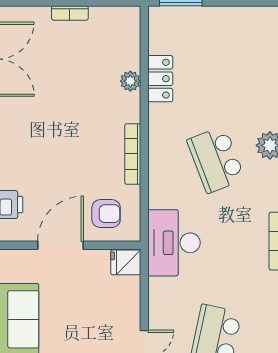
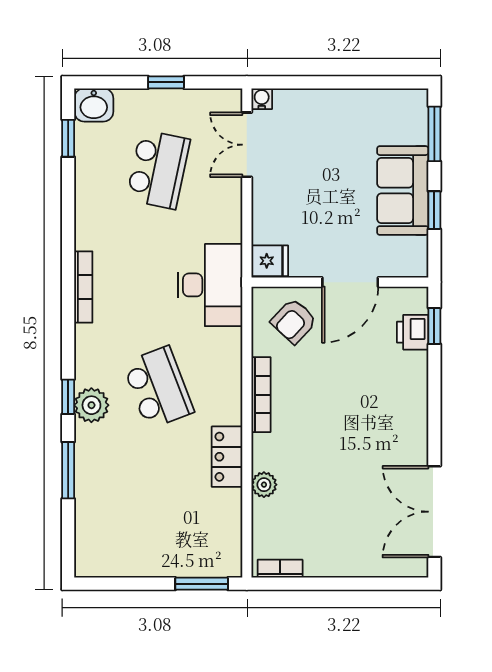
bookcase: (70, 13) -> (280, 569), moved
locker: (160, 79) -> (227, 457), moved
armchair: (106, 214) -> (294, 321), turned -47

